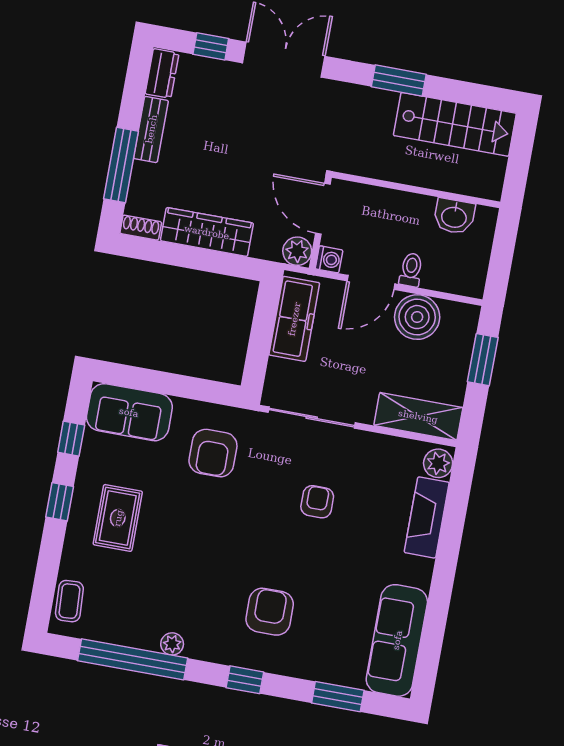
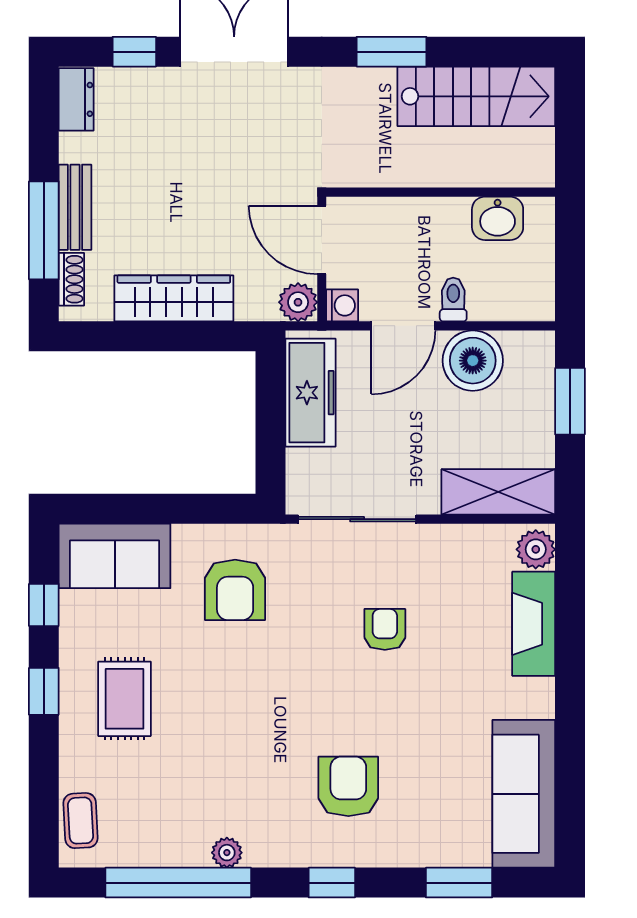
bench: (151, 129) -> (75, 207), moved
shoe rack: (141, 228) -> (71, 279), moved, turned 90

